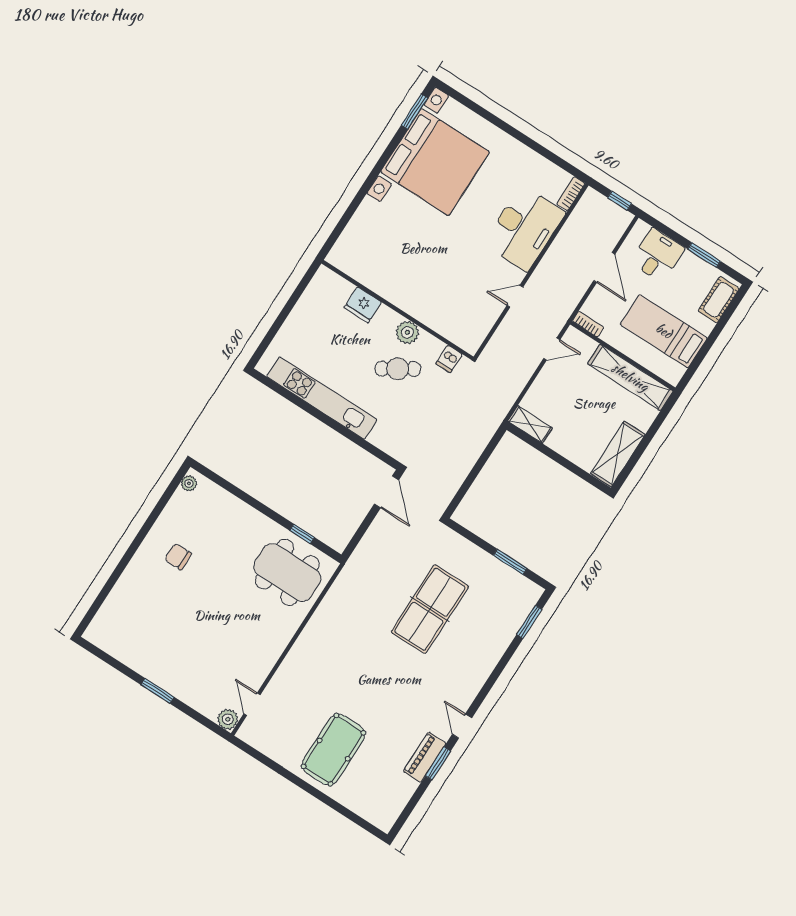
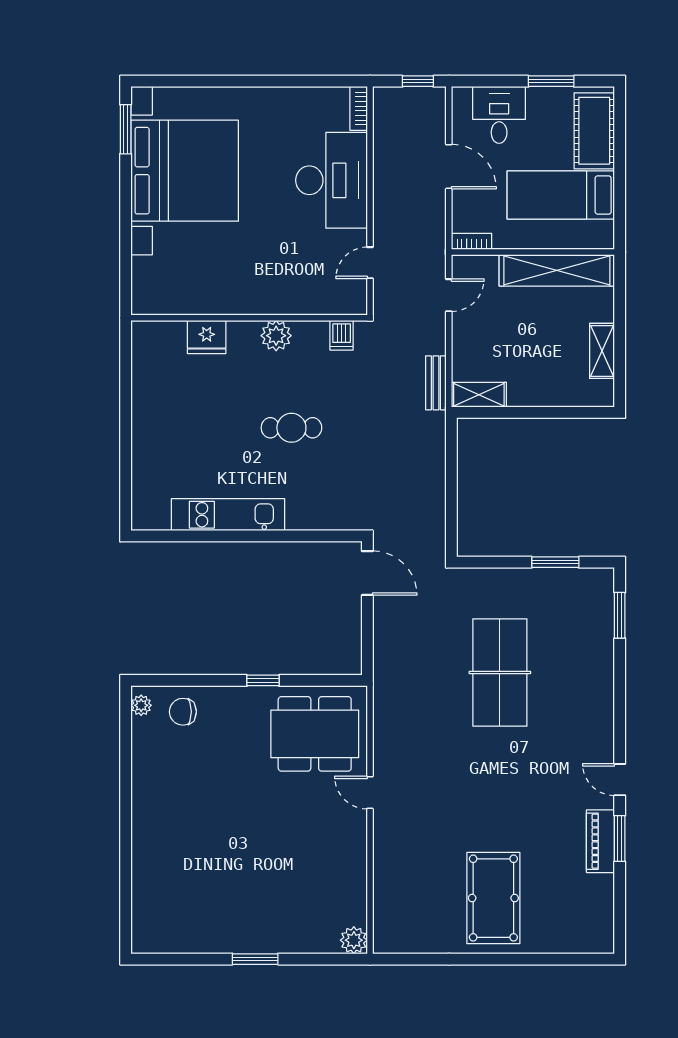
cot: (719, 300) -> (594, 131), width x1.37, depth x1.34
fridge: (363, 305) -> (207, 337), moved
wall: (398, 310) -> (249, 318), moved
plant: (407, 332) -> (276, 336), moved
dishwasher: (449, 359) -> (342, 335), moved
cafe table: (398, 369) -> (291, 428), turned 32
kitchen unit: (322, 398) -> (228, 515), width x0.73
bench: (508, 399) -> (436, 383), added
shelving: (618, 454) -> (602, 351), width x0.67, depth x0.75
window: (302, 534) -> (263, 680), moved
chair: (178, 557) -> (183, 712), moved
door: (252, 704) -> (370, 793), moved

